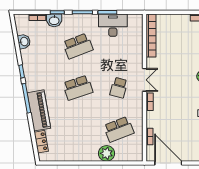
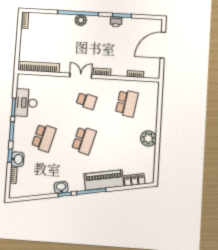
washbasin: (24, 42) -> (61, 187), moved
school desk: (78, 46) -> (44, 138), turned 36
school desk: (78, 88) -> (84, 140), turned 33
school desk: (119, 129) -> (127, 103), turned 30
plant: (107, 153) -> (148, 138), moved
door: (168, 163) -> (163, 45), moved

